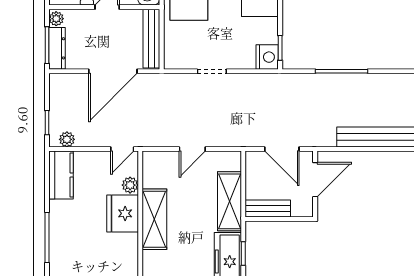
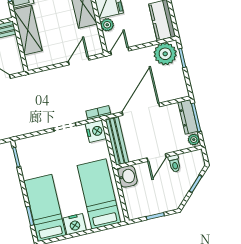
nightstand: (267, 57) -> (96, 131), moved, turned 180
bookcase: (166, 79) -> (98, 113), added
plant: (67, 139) -> (165, 54), width x1.88, depth x1.88
door: (192, 149) -> (79, 61), moved

